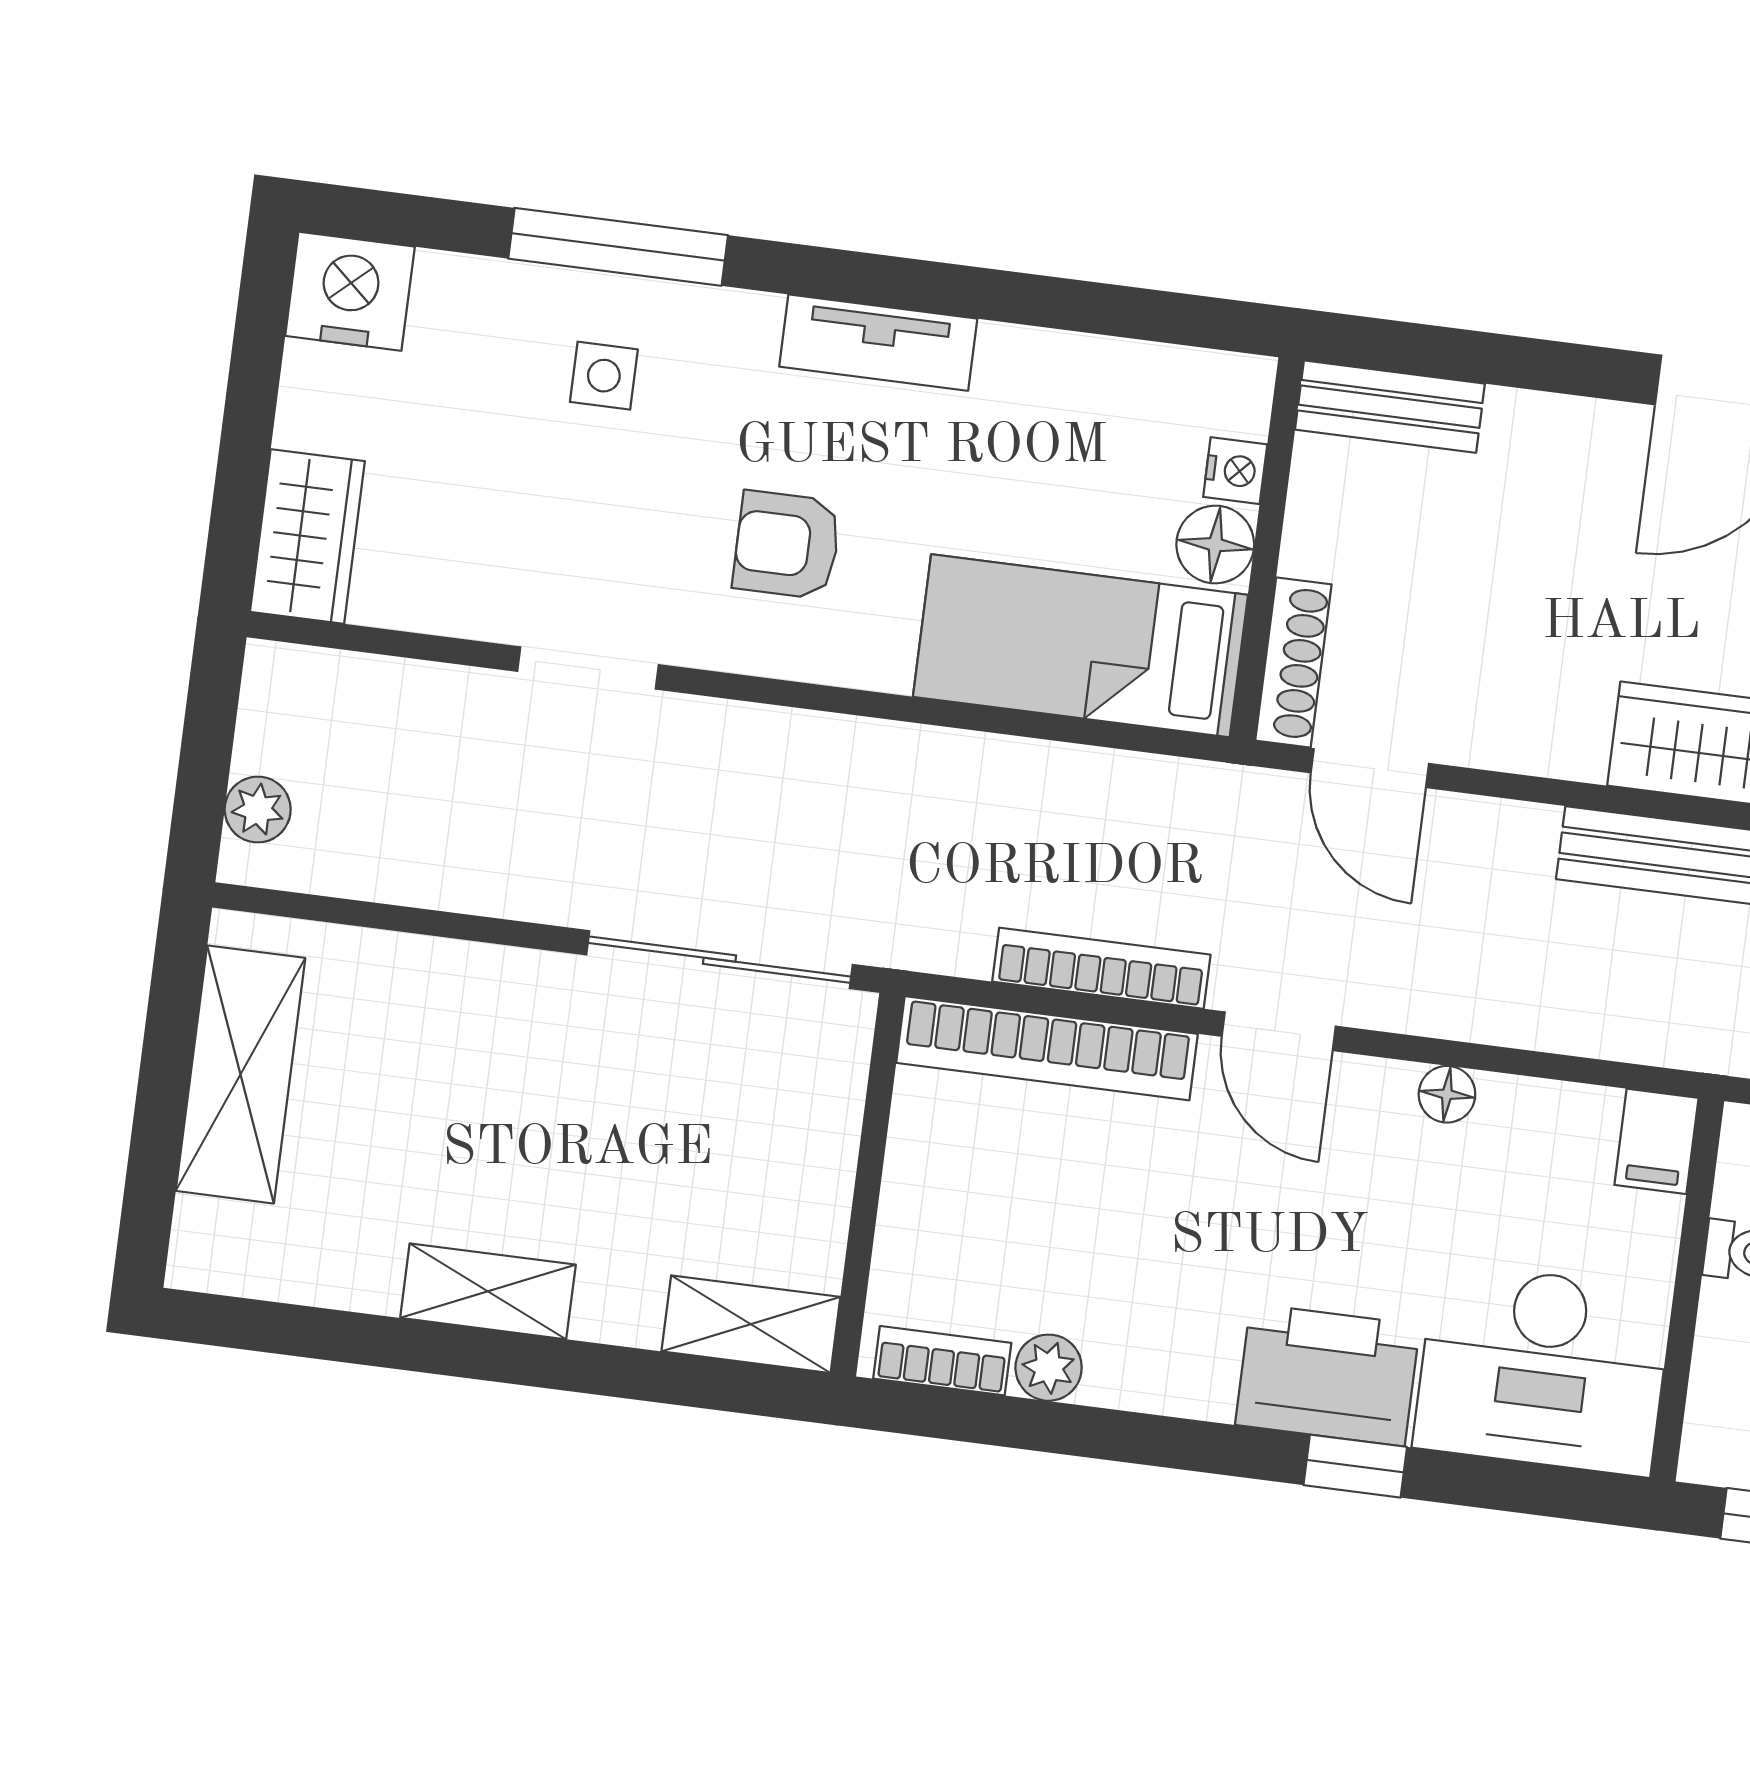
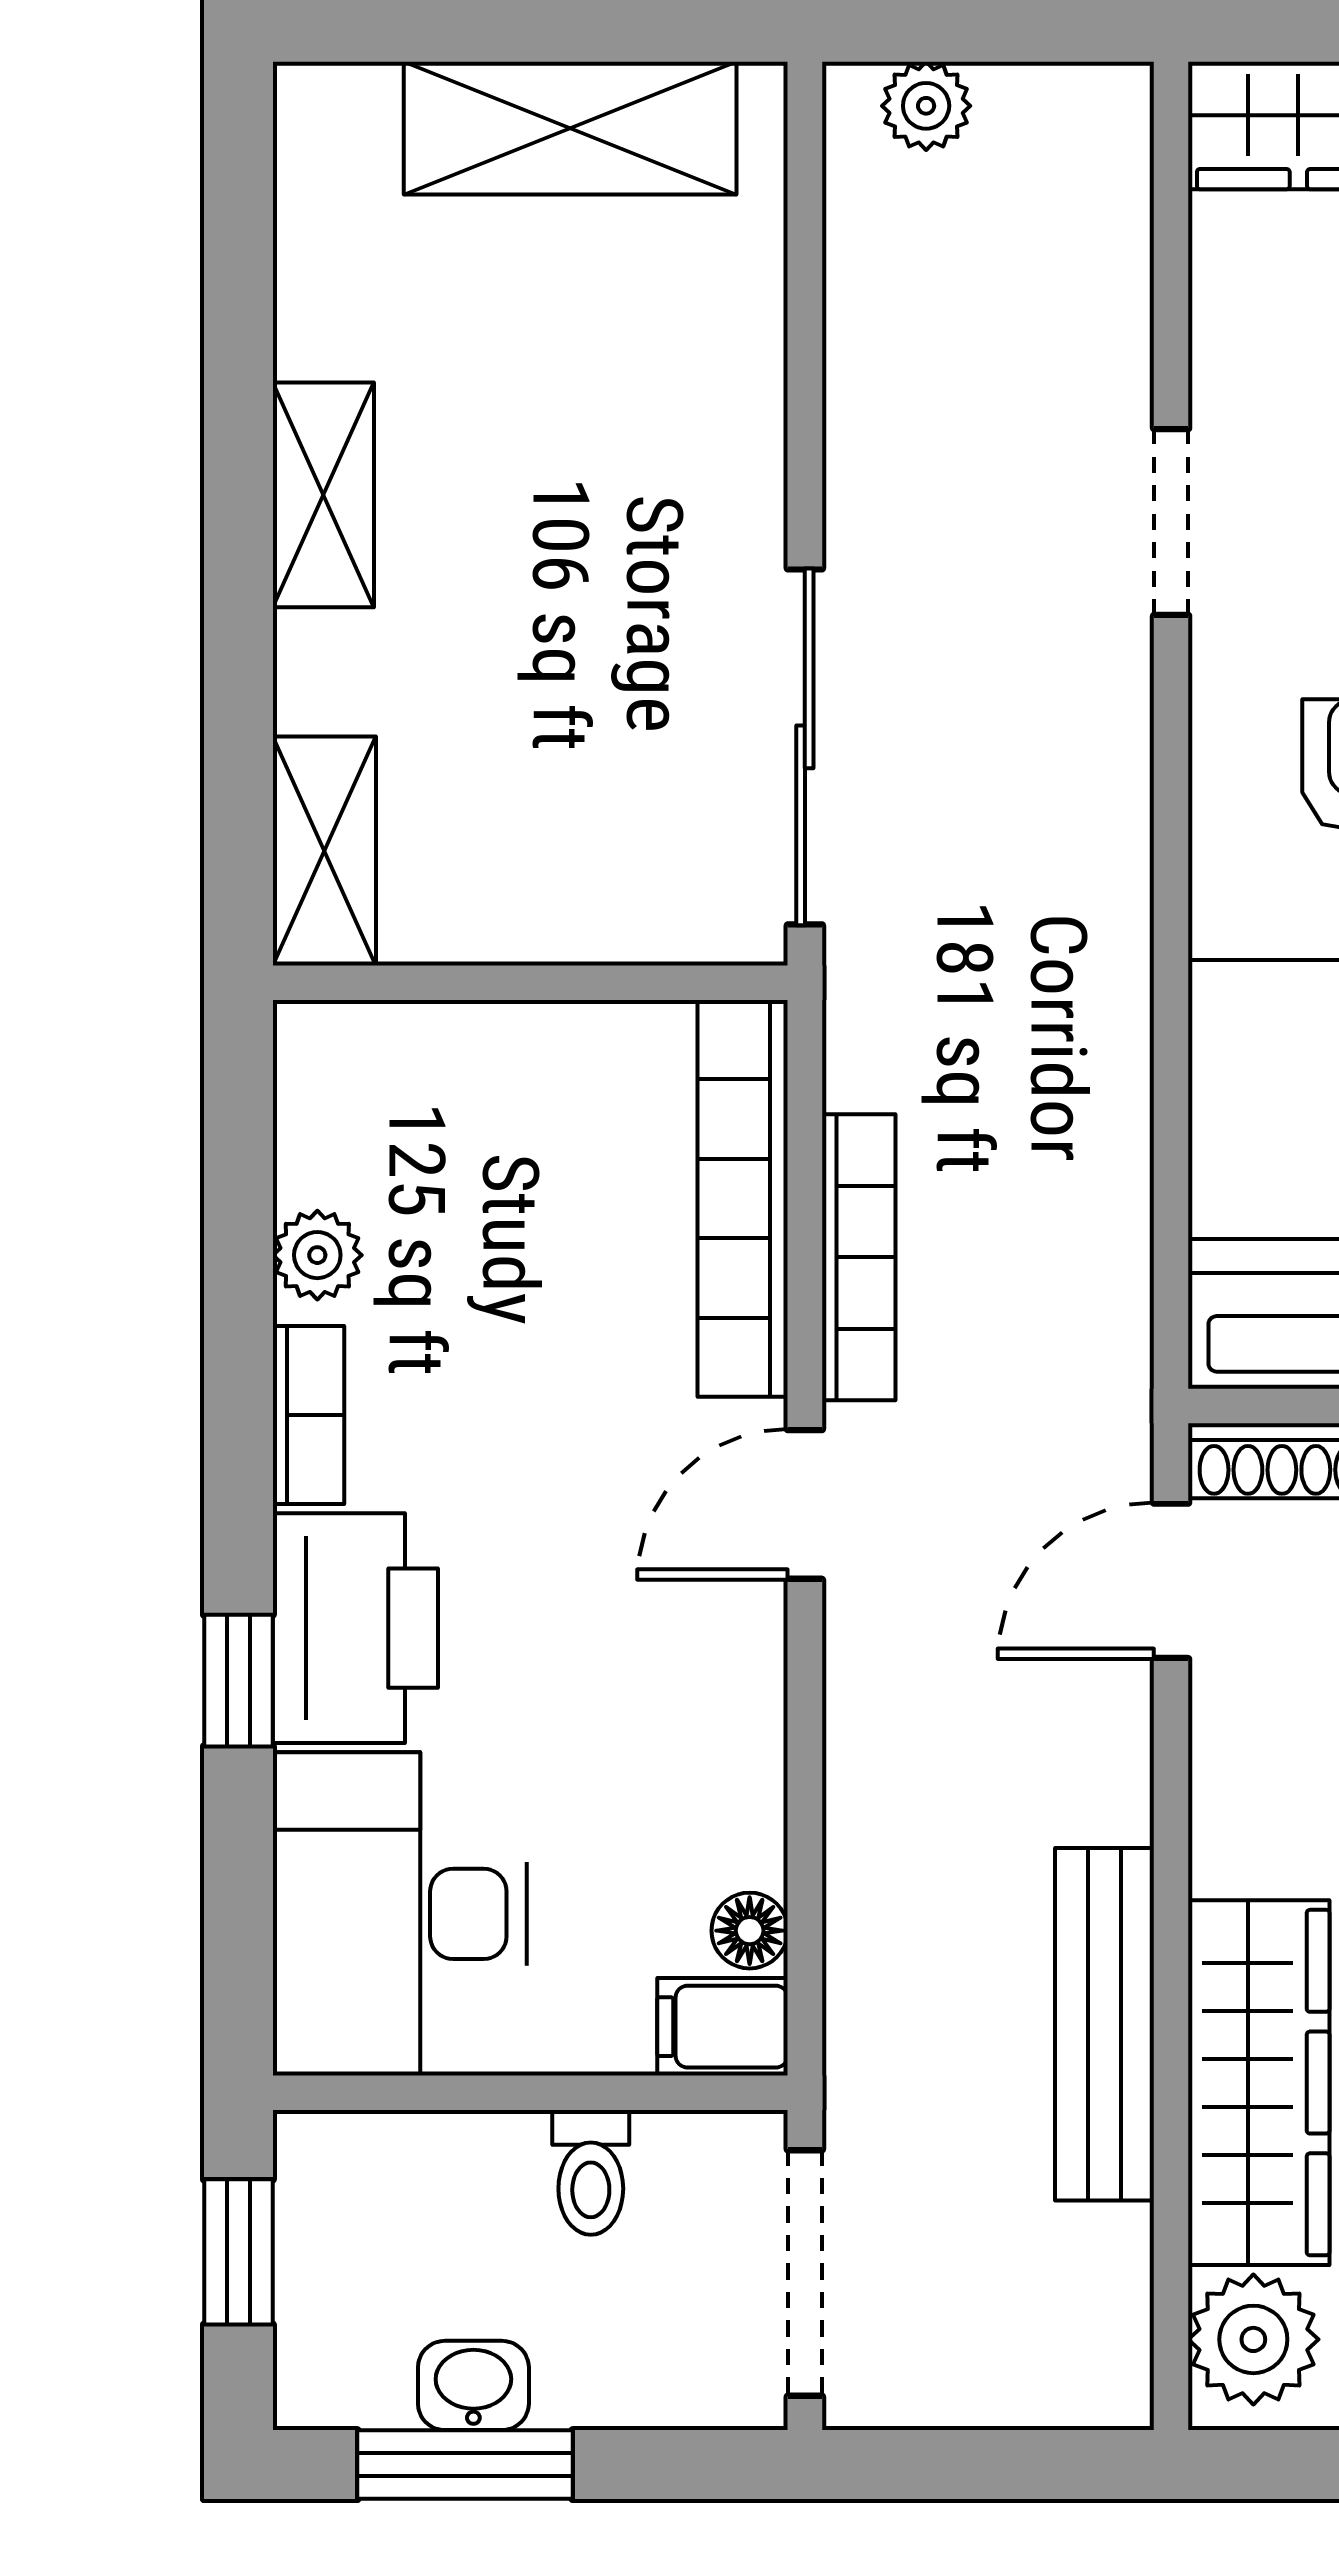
floor lamp: (1447, 1094) -> (750, 1931), moved
bookcase: (942, 1361) -> (308, 1415), moved

